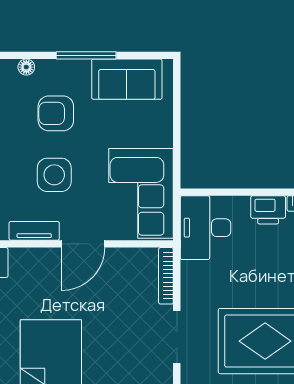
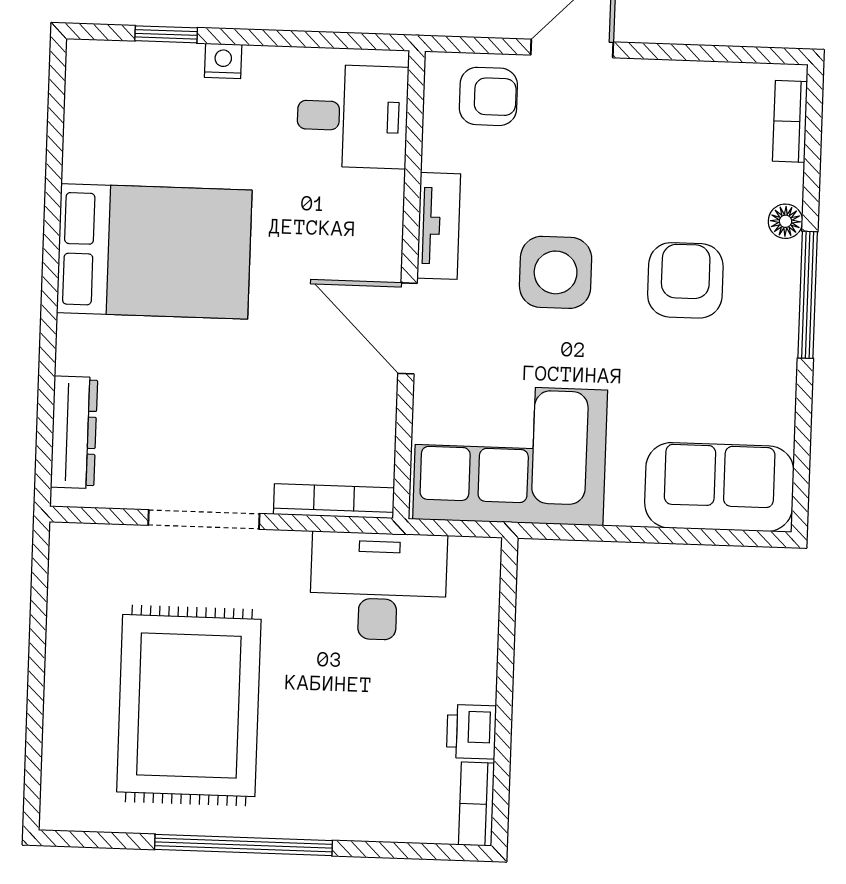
window: (86, 55) -> (808, 295), moved
sofa: (127, 79) -> (719, 487), moved, turned 90
printer: (268, 210) -> (471, 732), width x0.73, depth x0.81
desk: (205, 228) -> (378, 586), moved

